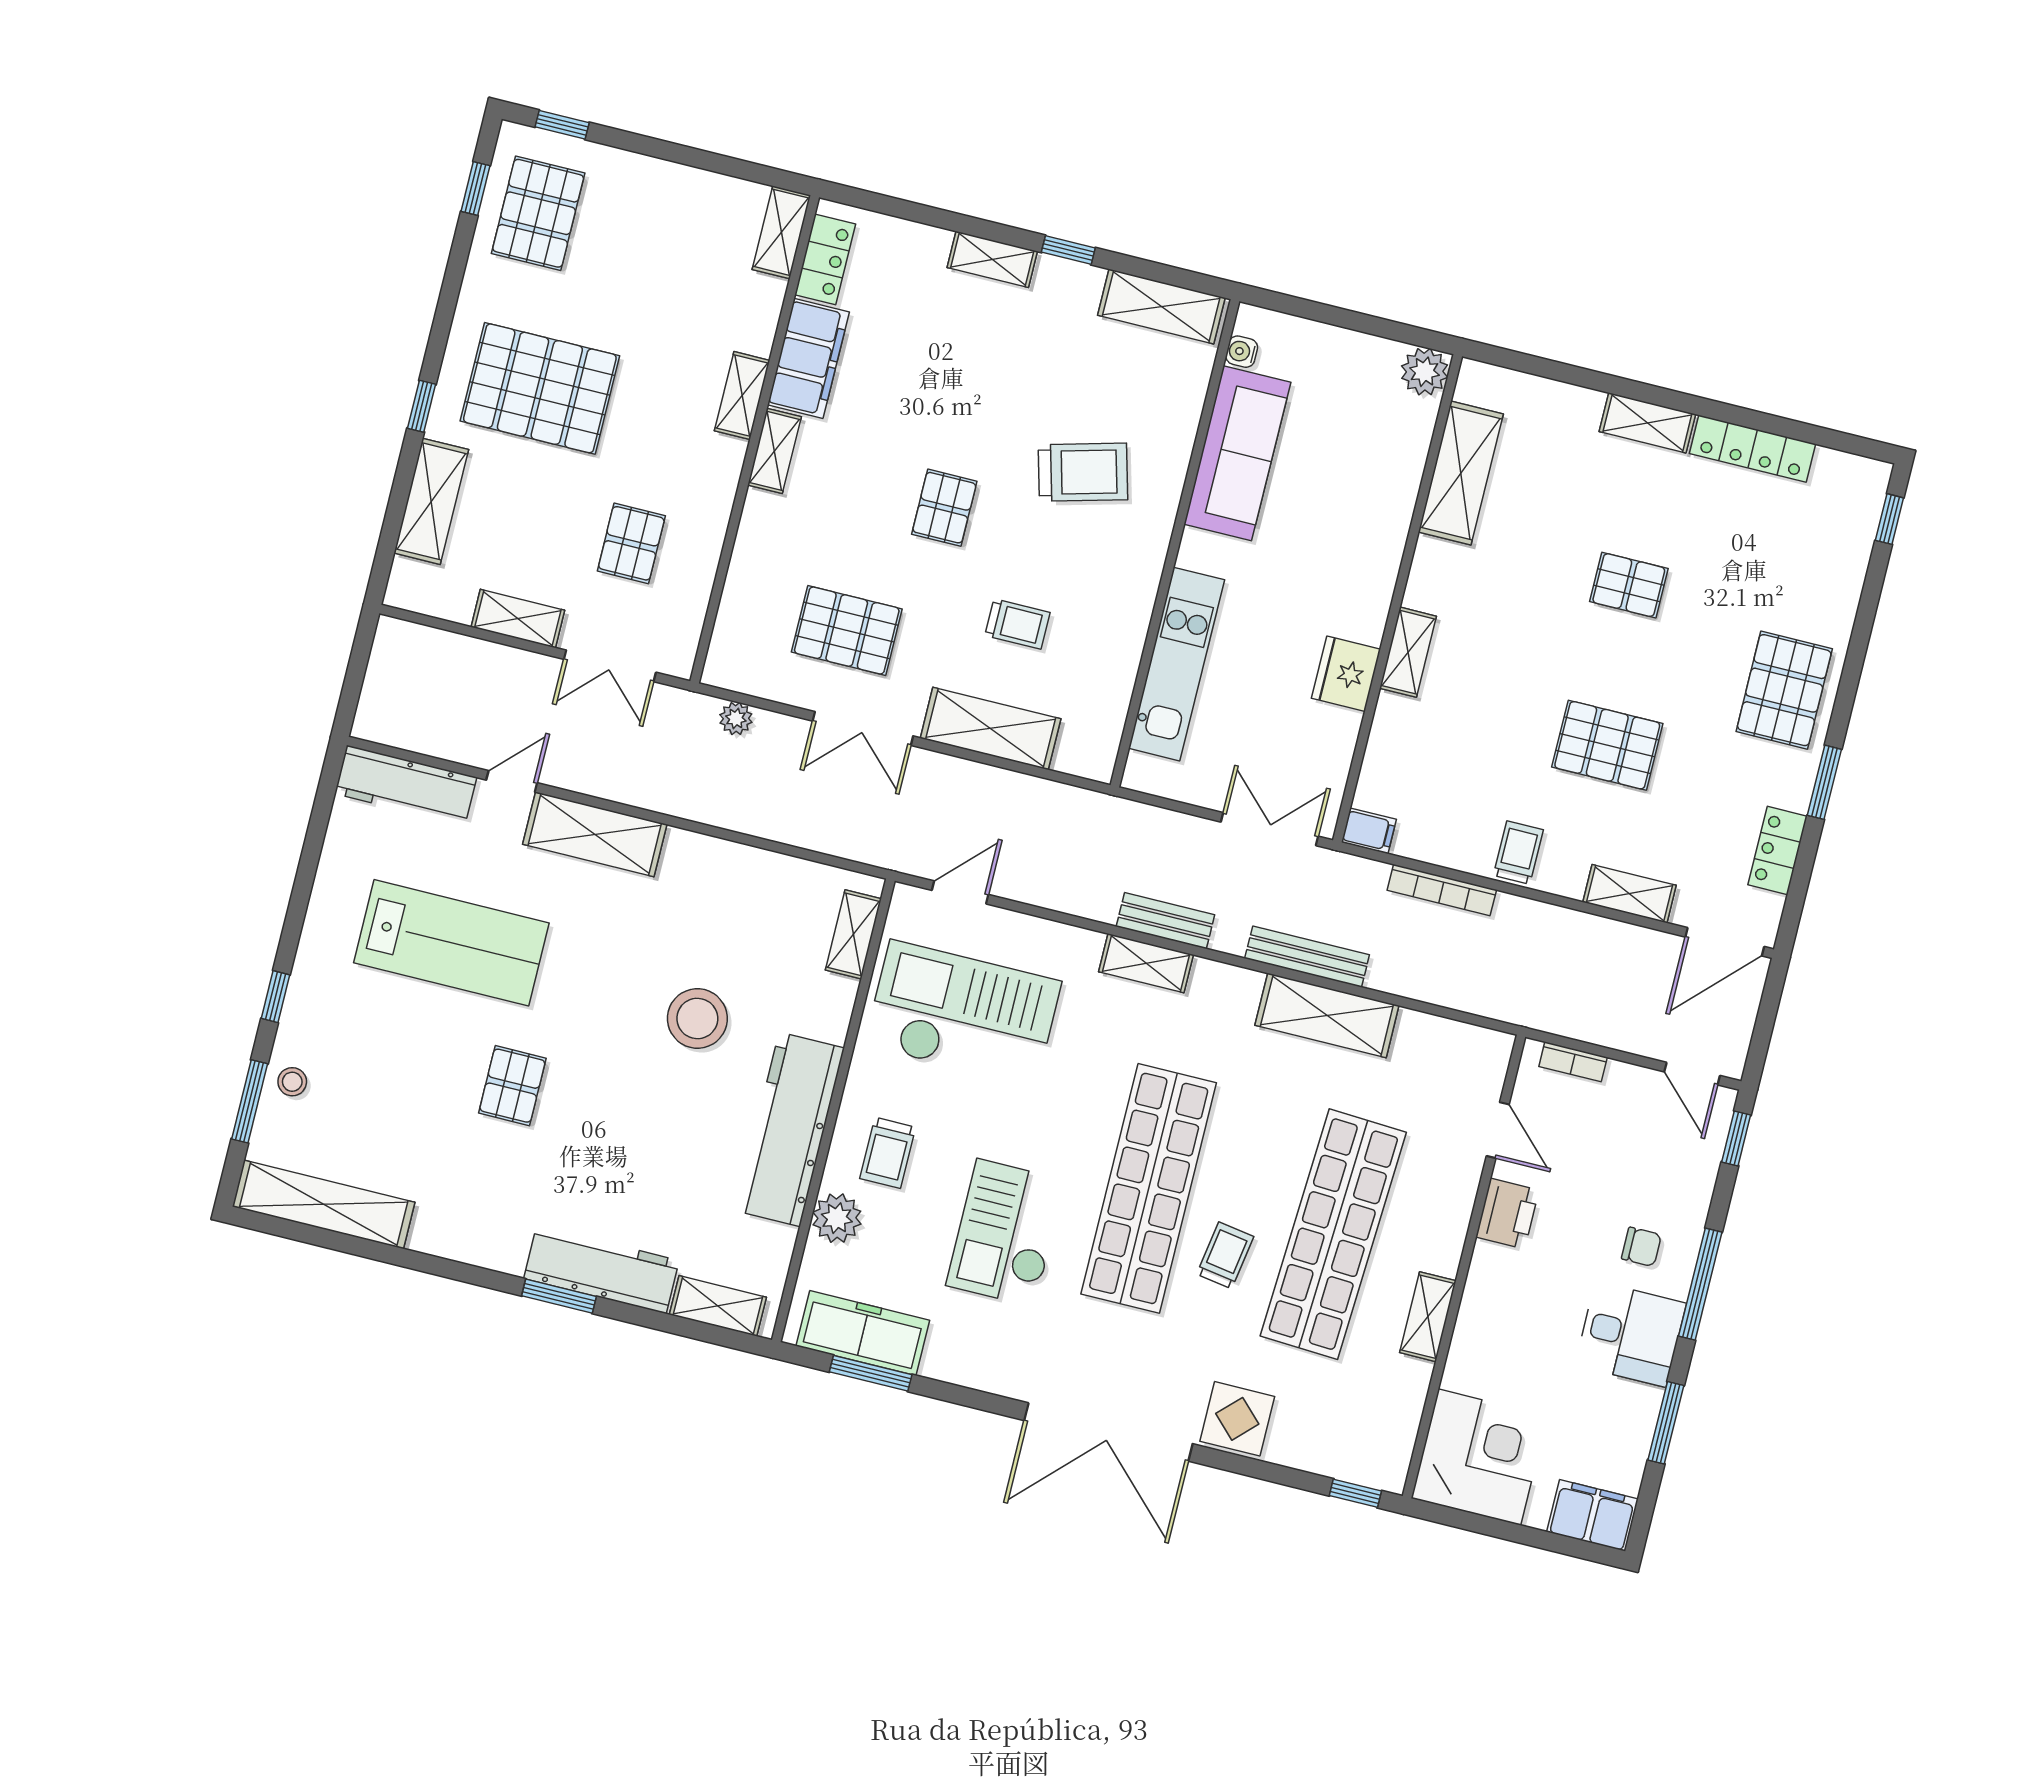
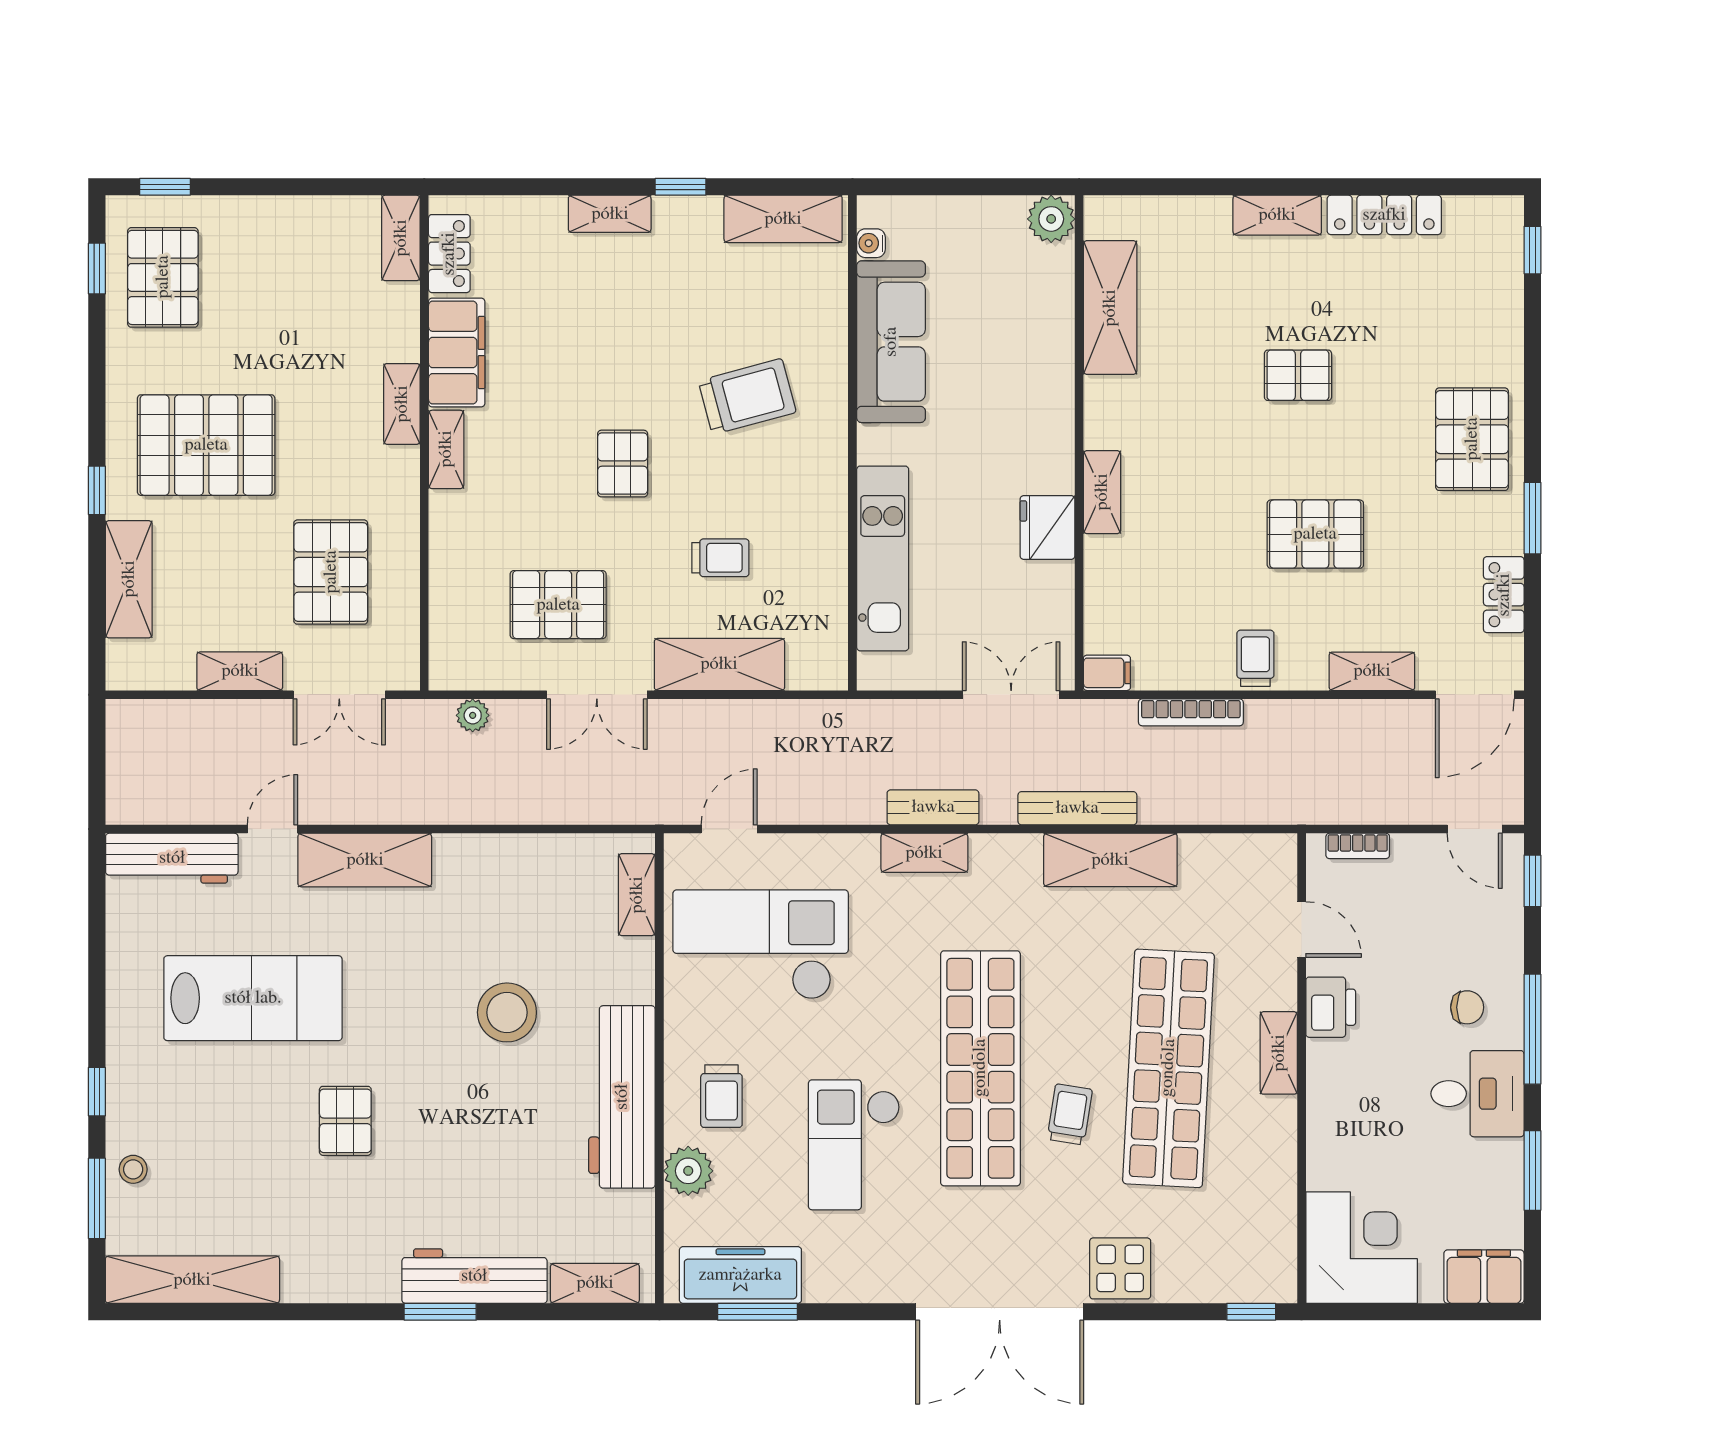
pallet: (631, 543) -> (331, 572), width x1.50, depth x1.42
shelving: (1428, 1317) -> (1279, 1053), moved

